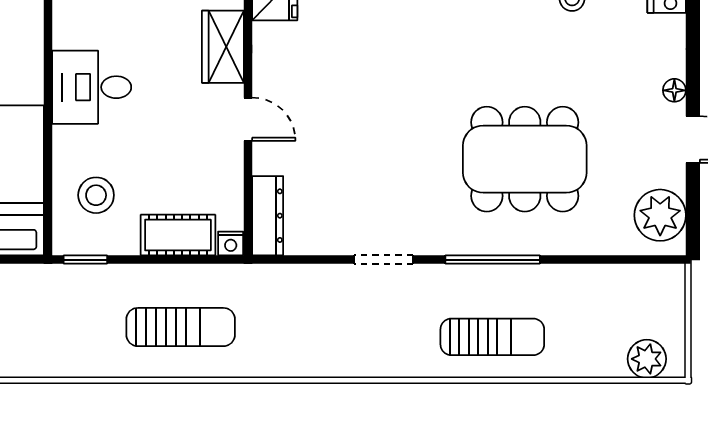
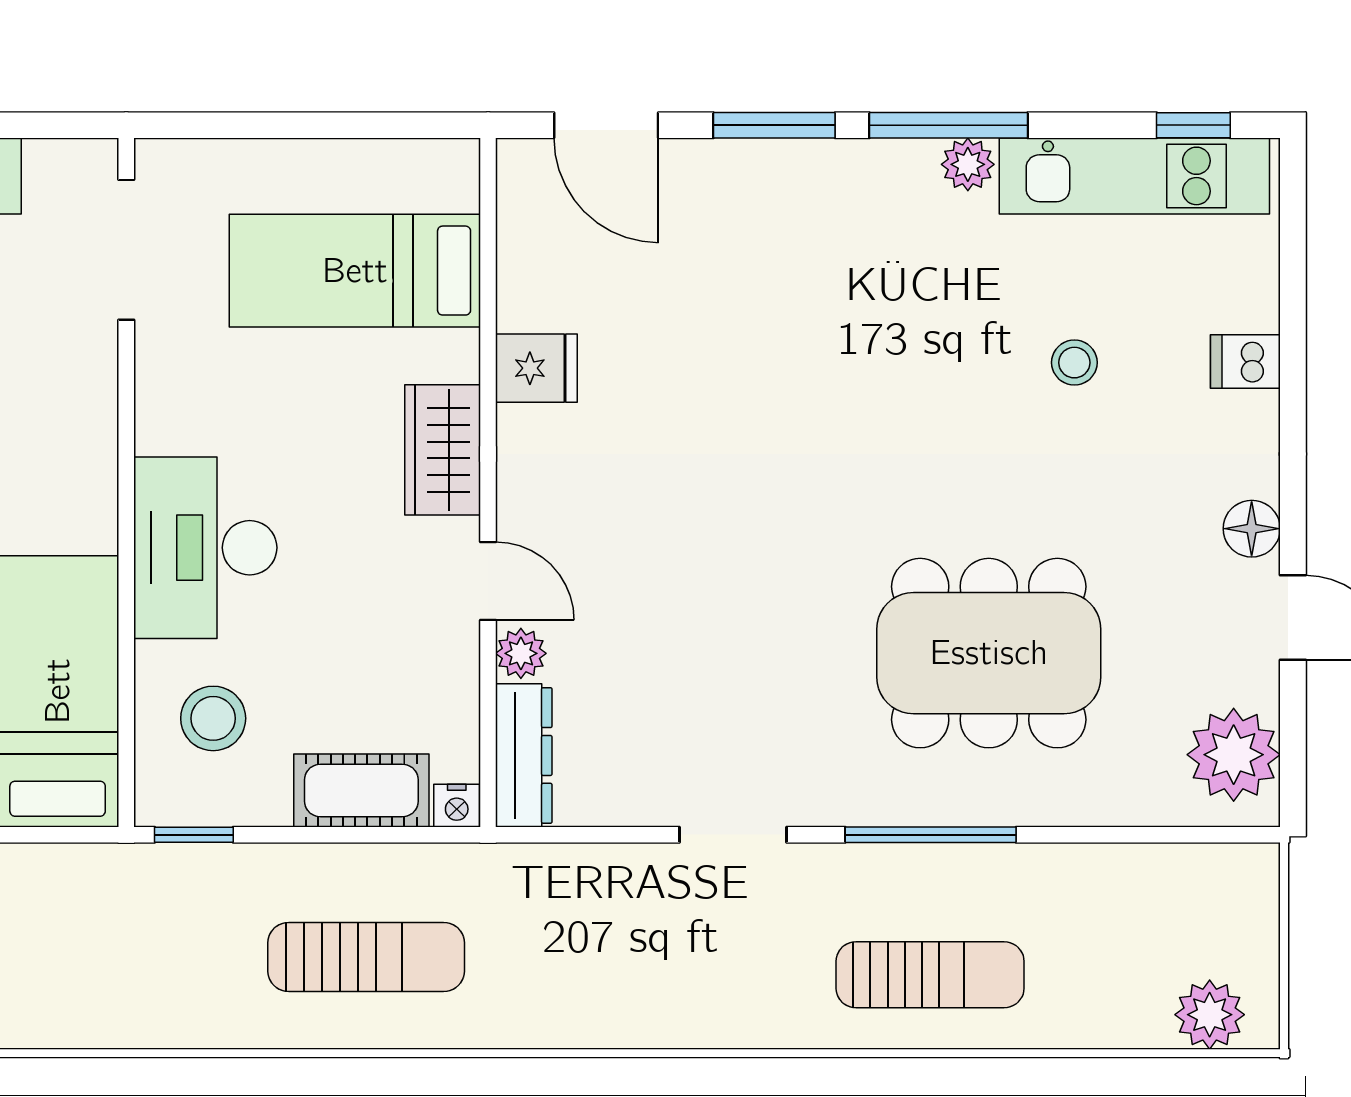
desk: (92, 87) -> (205, 548), width x1.37
floor lamp: (674, 90) -> (1252, 529), width x1.37, depth x1.37
plant: (266, 159) -> (521, 653), added

